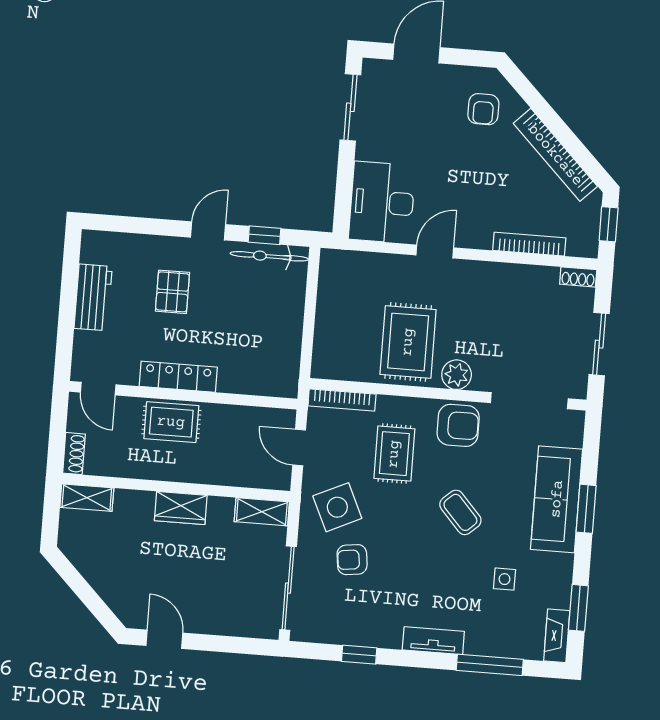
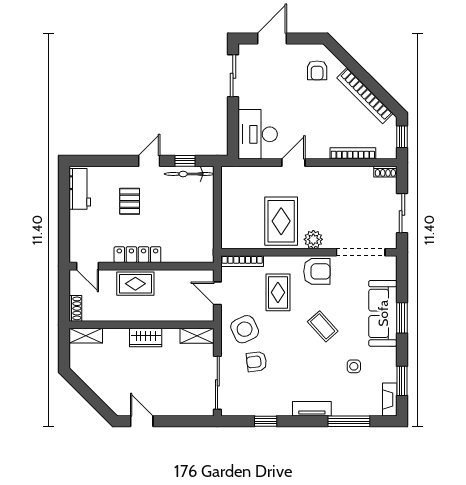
workbench: (93, 297) -> (80, 189), moved

